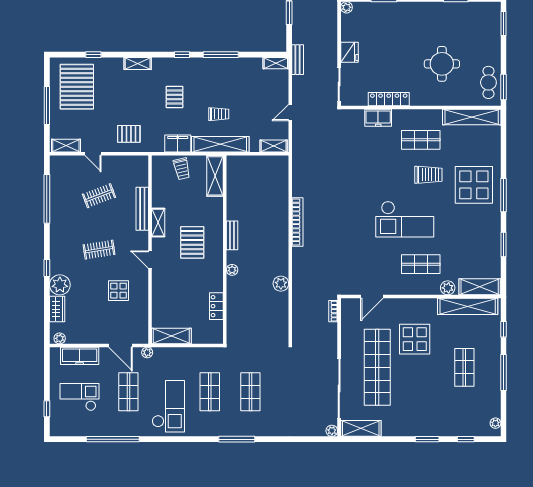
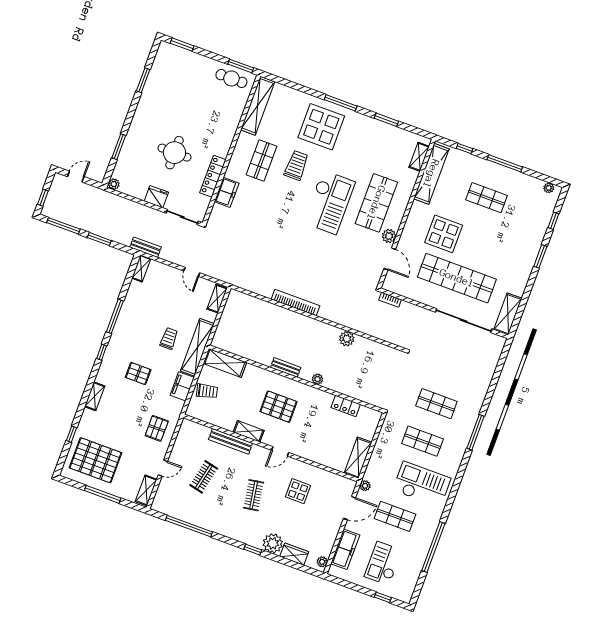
round table: (442, 64) -> (174, 153), moved
clothes rail: (99, 196) -> (204, 477), turned 33
shop shelf: (421, 264) -> (376, 203), width x1.43, depth x1.36
shelving: (480, 287) -> (419, 157), width x0.67, depth x0.75
plant: (448, 288) -> (389, 236), moved
plant: (332, 431) -> (500, 342), removed

